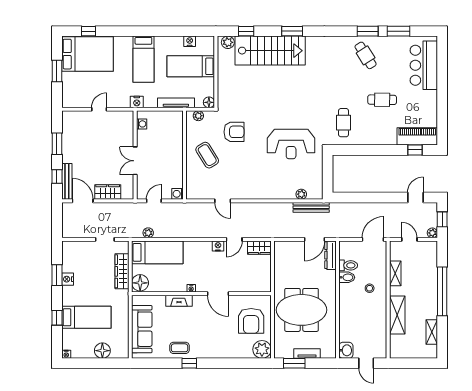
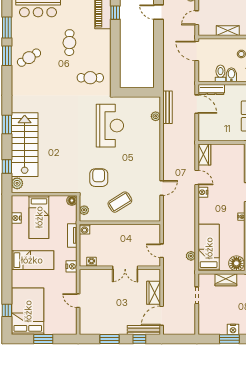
tv unit: (176, 103) -> (72, 235), width x0.71
washing machine: (178, 194) -> (84, 229), moved
wardrobe: (122, 271) -> (226, 280), width x0.67

